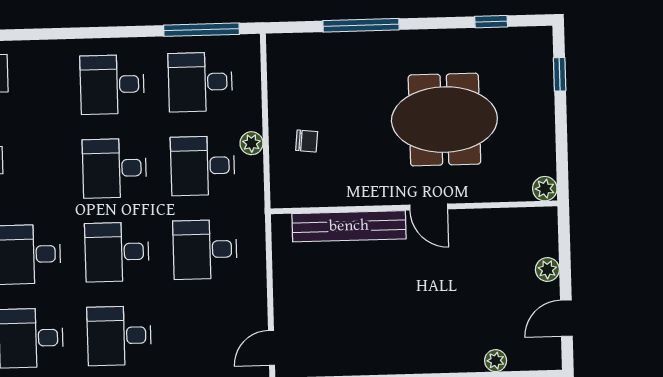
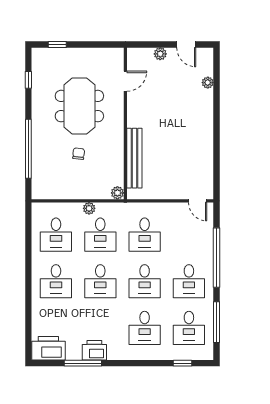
window: (361, 25) -> (28, 149), width x1.46
window: (201, 30) -> (28, 233), removed
chair: (307, 141) -> (79, 154), moved
plant: (545, 189) -> (117, 193), moved
door: (429, 207) -> (125, 81), moved

